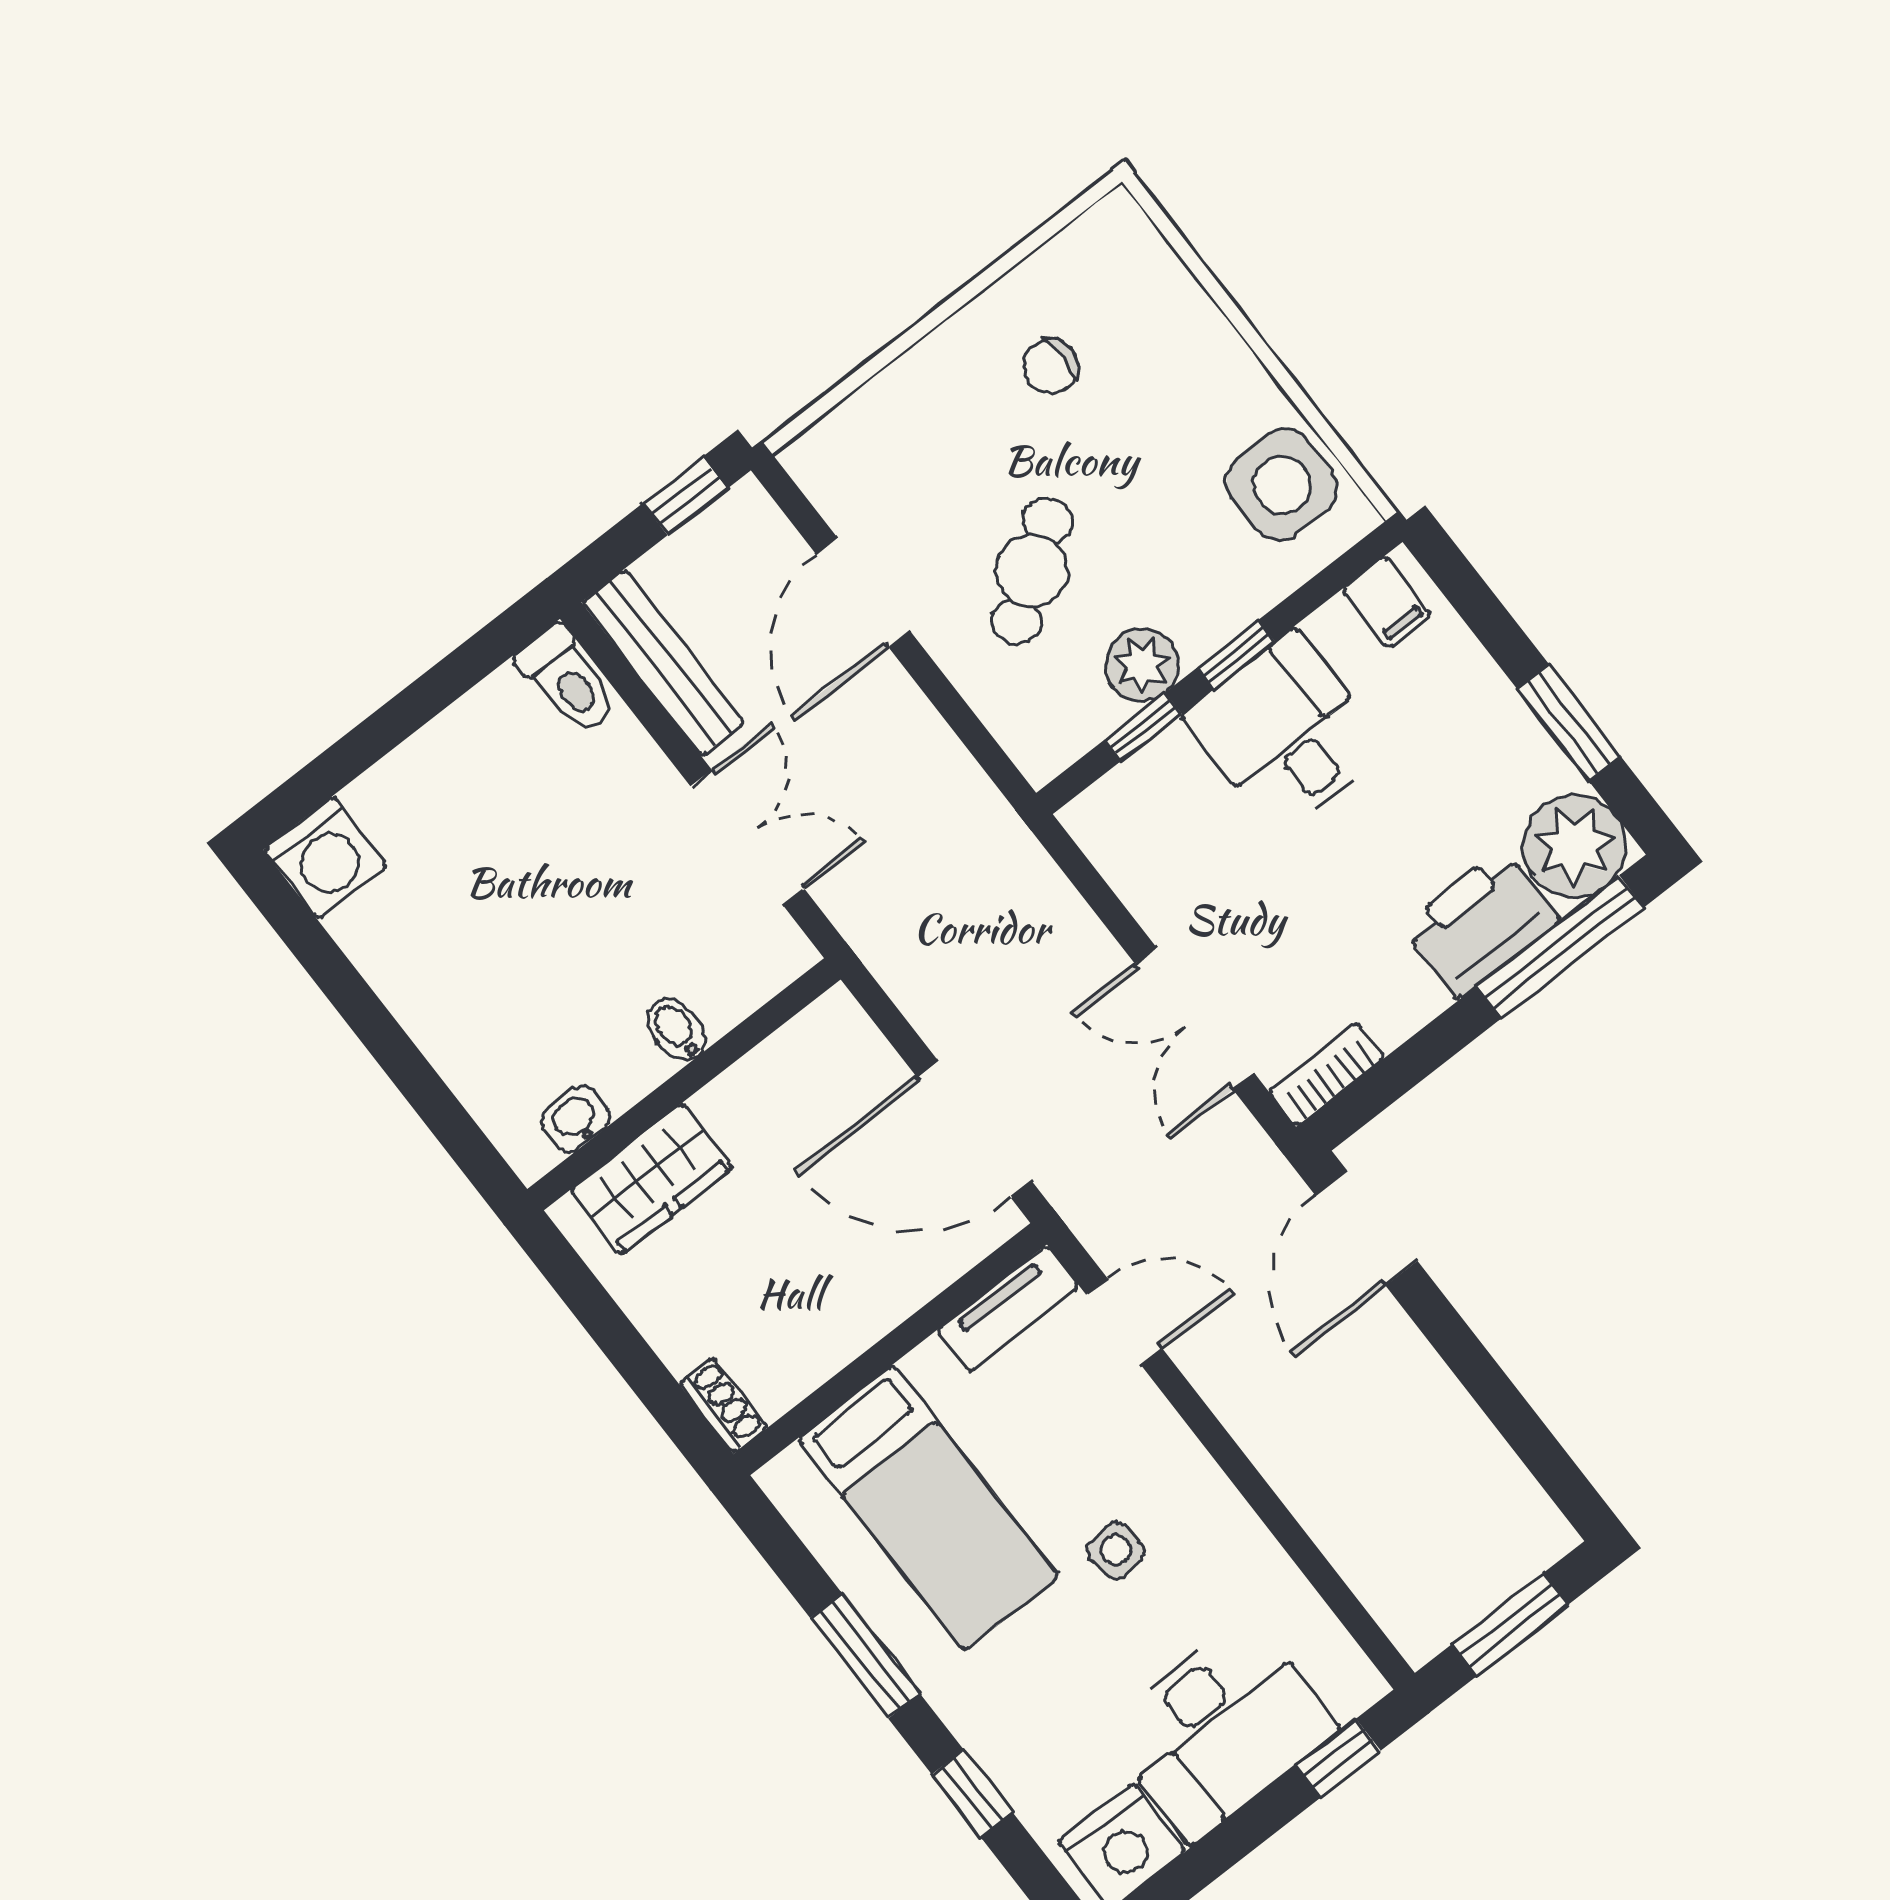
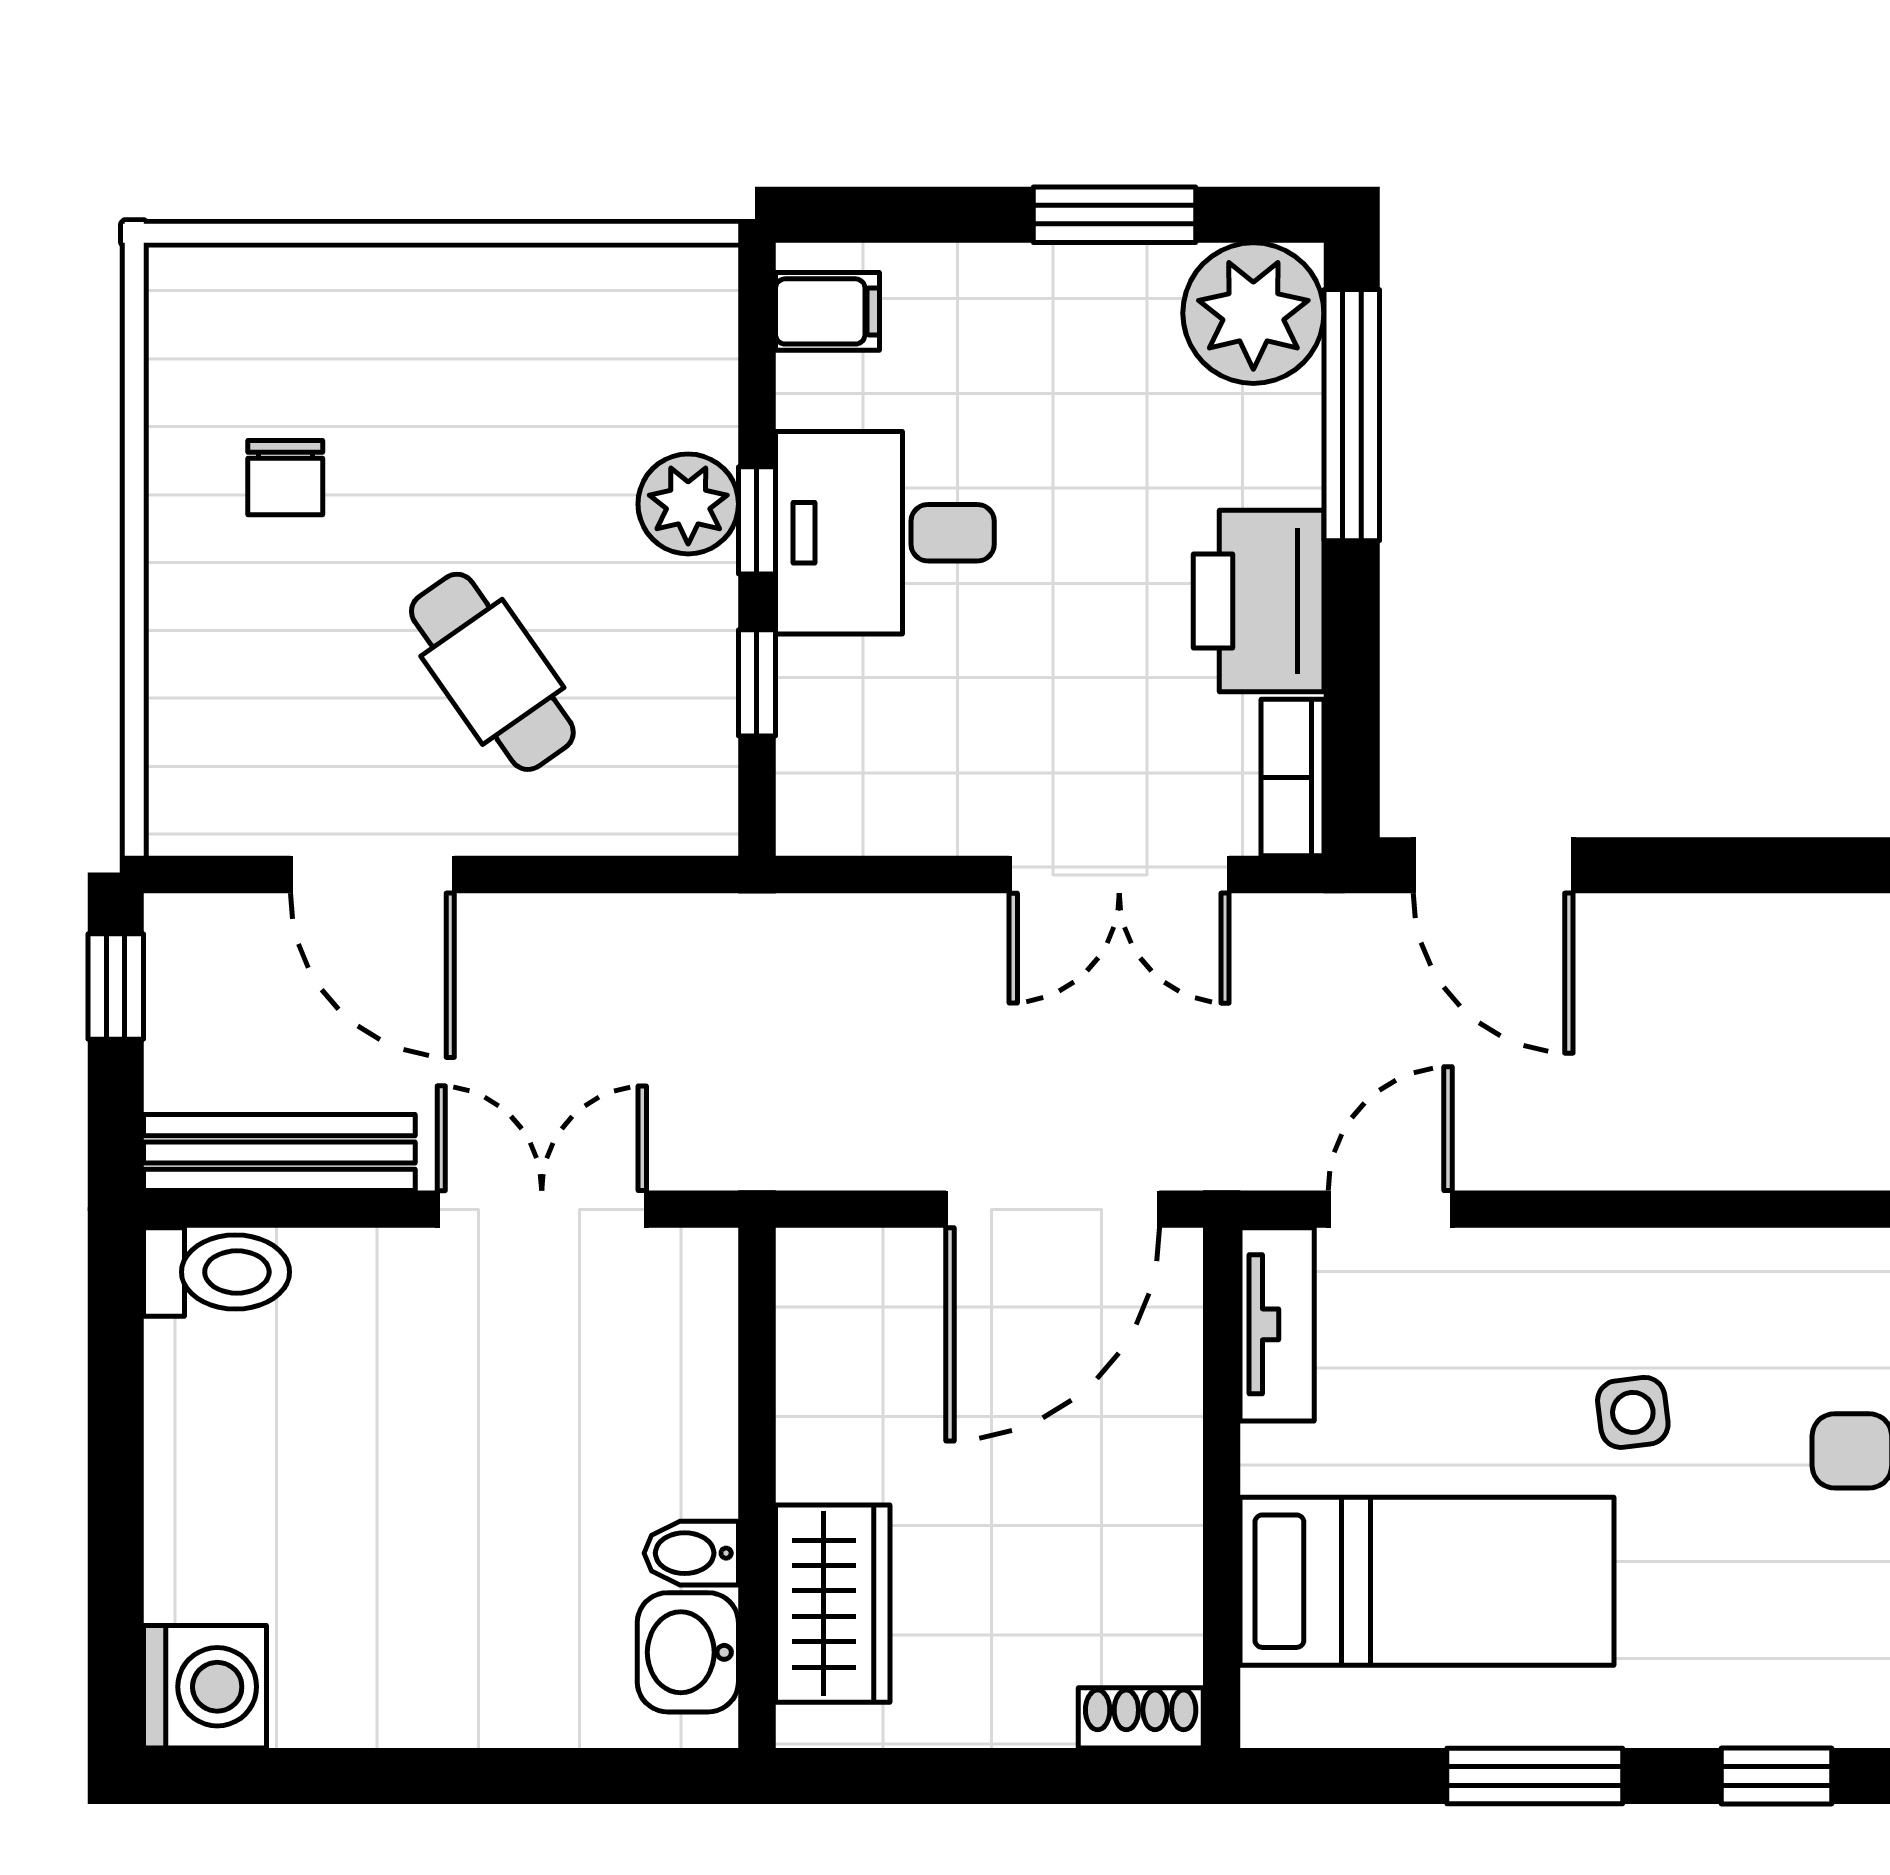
side table: (1282, 485) -> (611, 326), removed
plant: (1142, 665) -> (688, 504), moved
printer: (1481, 924) -> (1259, 601), moved
bidet: (676, 1030) -> (691, 1553), moved
washbasin: (576, 1119) -> (688, 1652), width x1.38, depth x1.45

